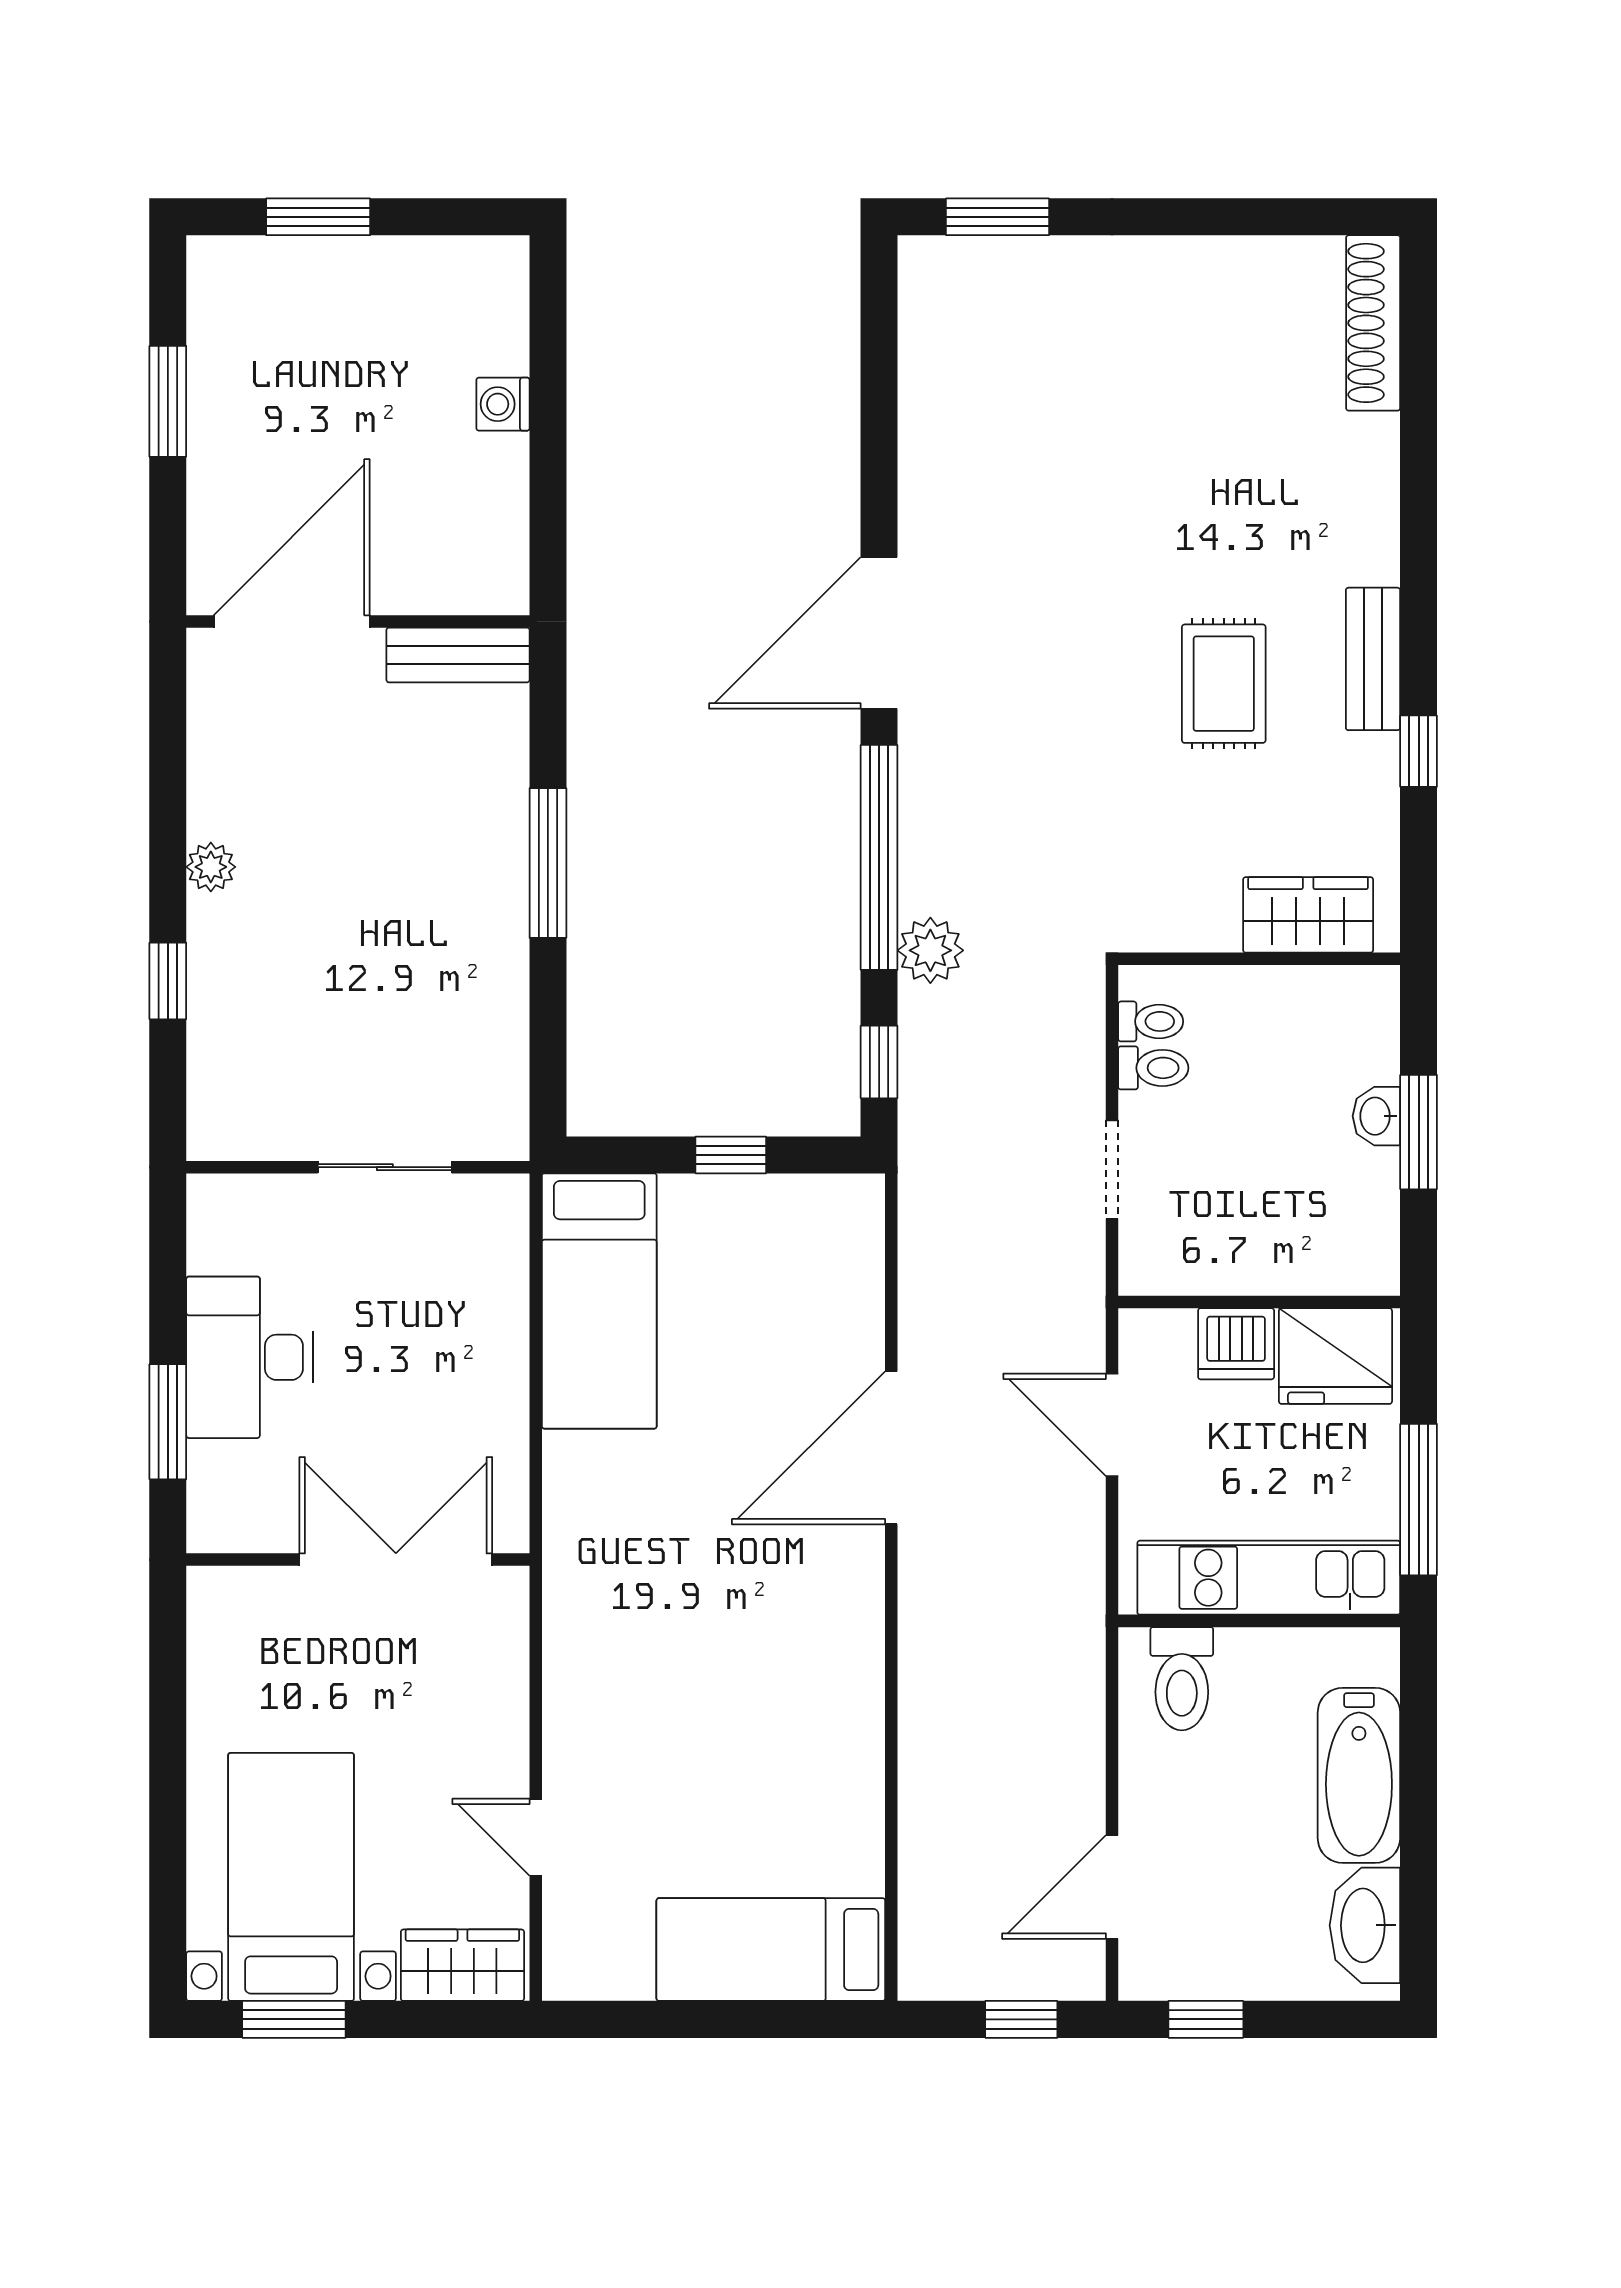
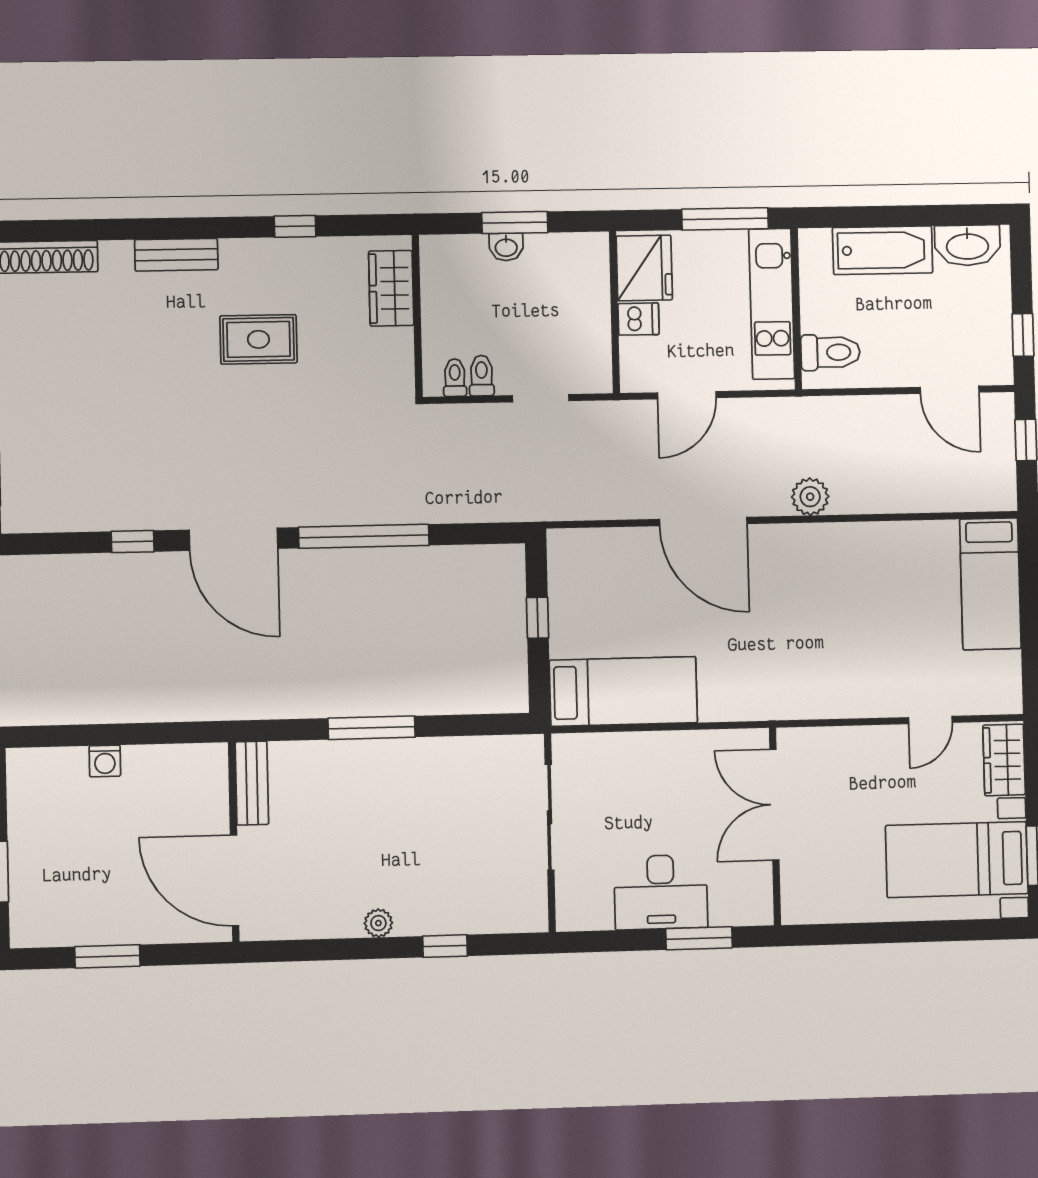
bench: (1373, 659) -> (176, 255), moved
plant: (930, 950) -> (810, 497), moved
window: (879, 1062) -> (133, 542), moved
sliding door: (385, 1167) -> (550, 817), width x1.37
dishwasher: (1236, 1344) -> (639, 319), width x0.73

